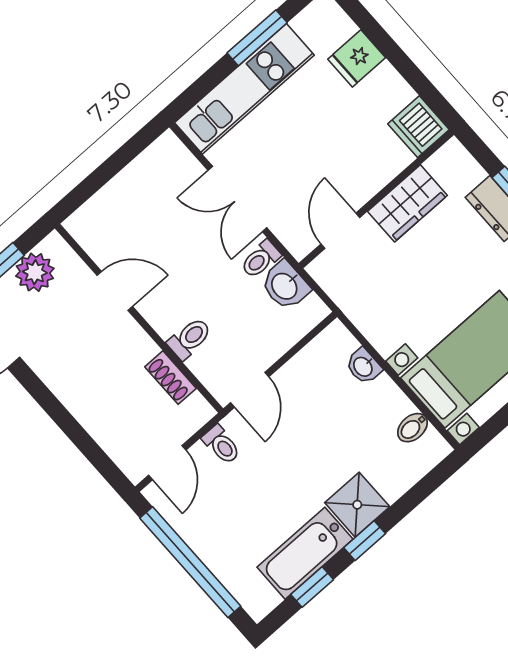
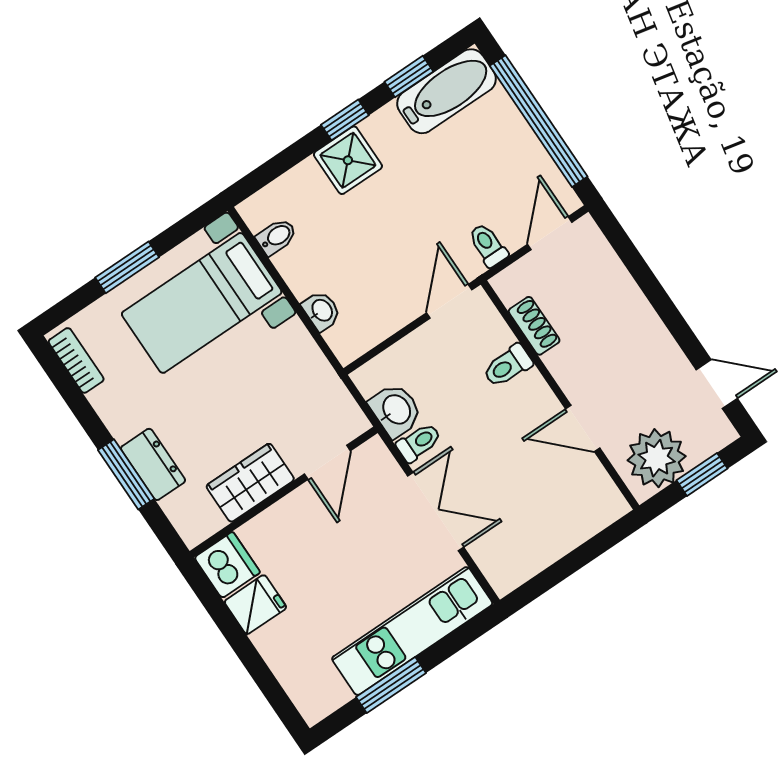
fridge: (357, 58) -> (255, 605), moved
plant: (35, 272) -> (657, 458), width x1.36, depth x1.36
bathtub: (305, 553) -> (446, 91), moved

